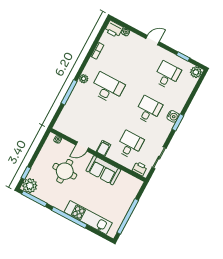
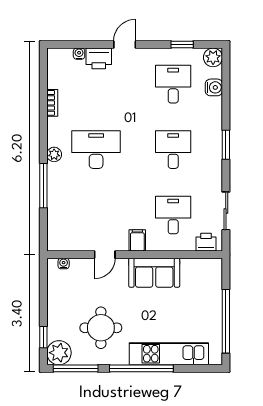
printer: (114, 29) -> (99, 58), moved
water cooler: (173, 116) -> (214, 87), moved
round table: (65, 171) -> (101, 328), moved

